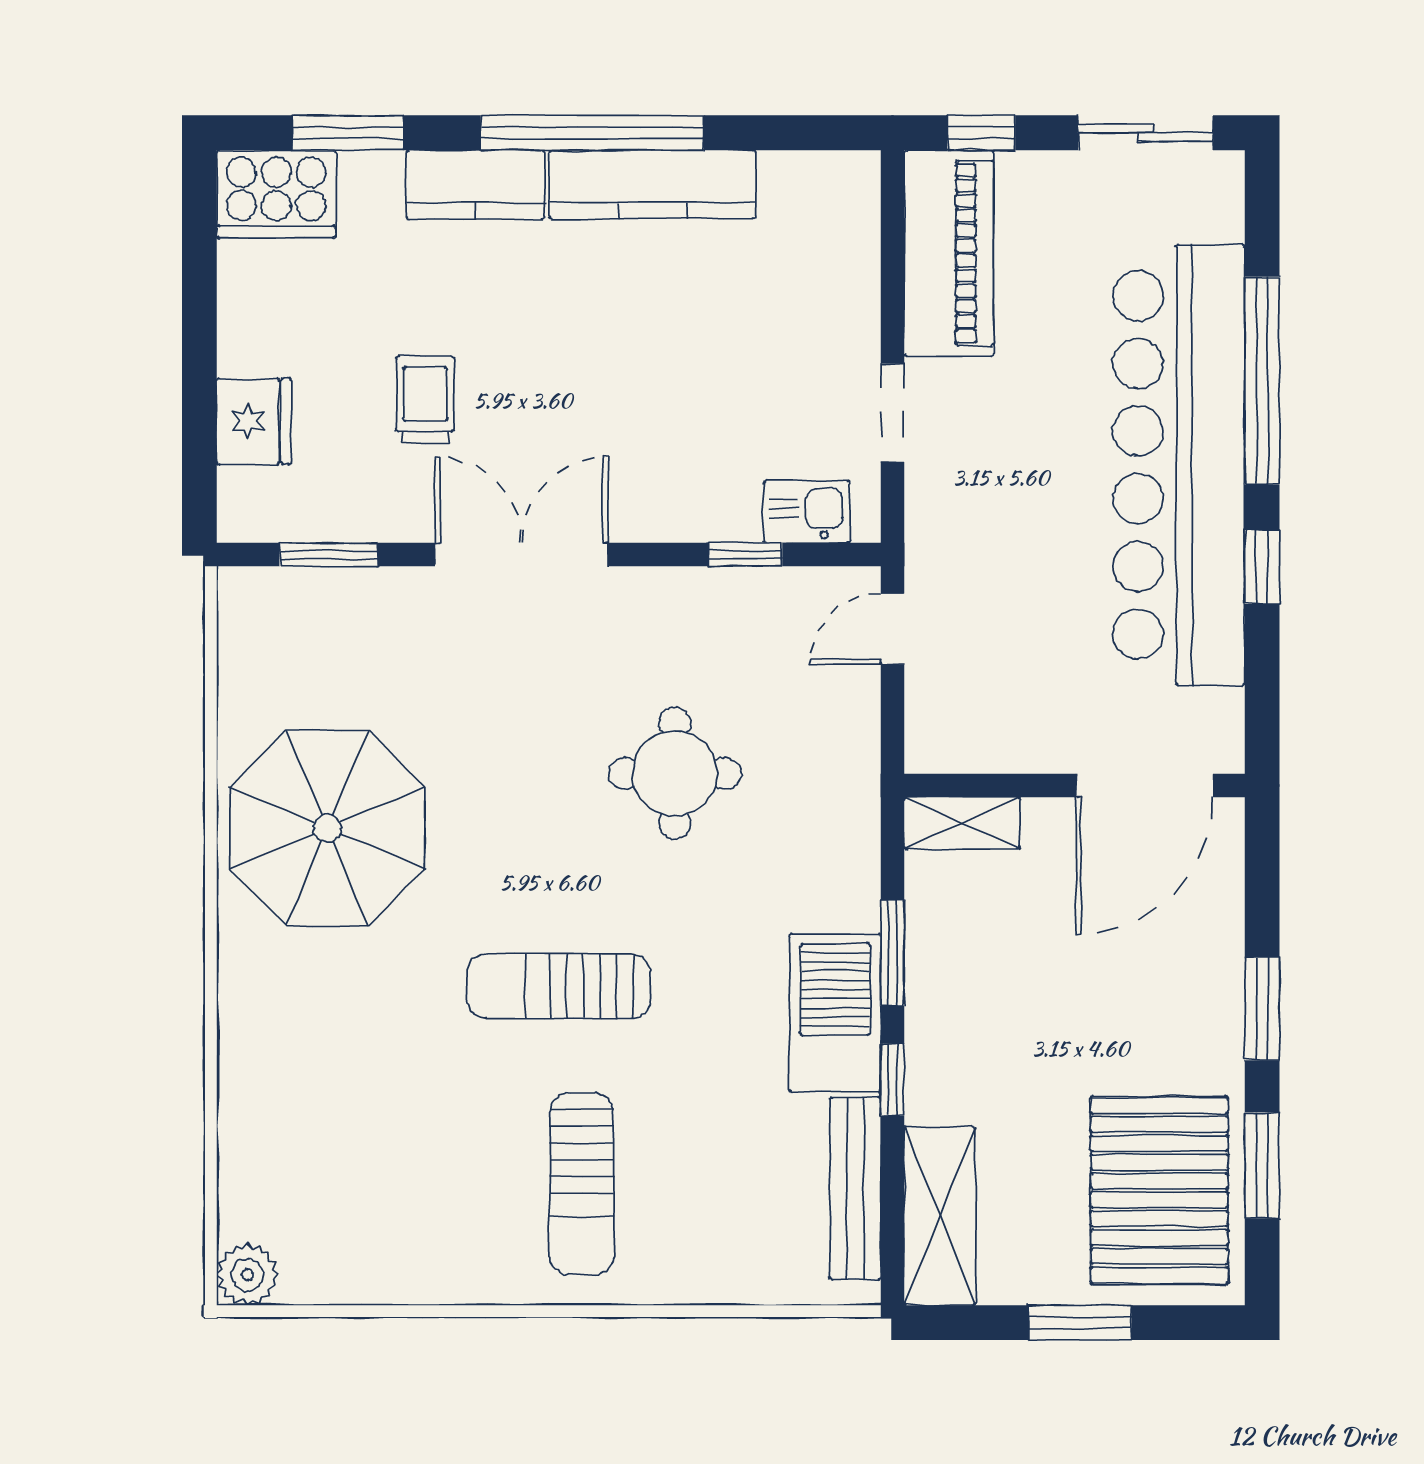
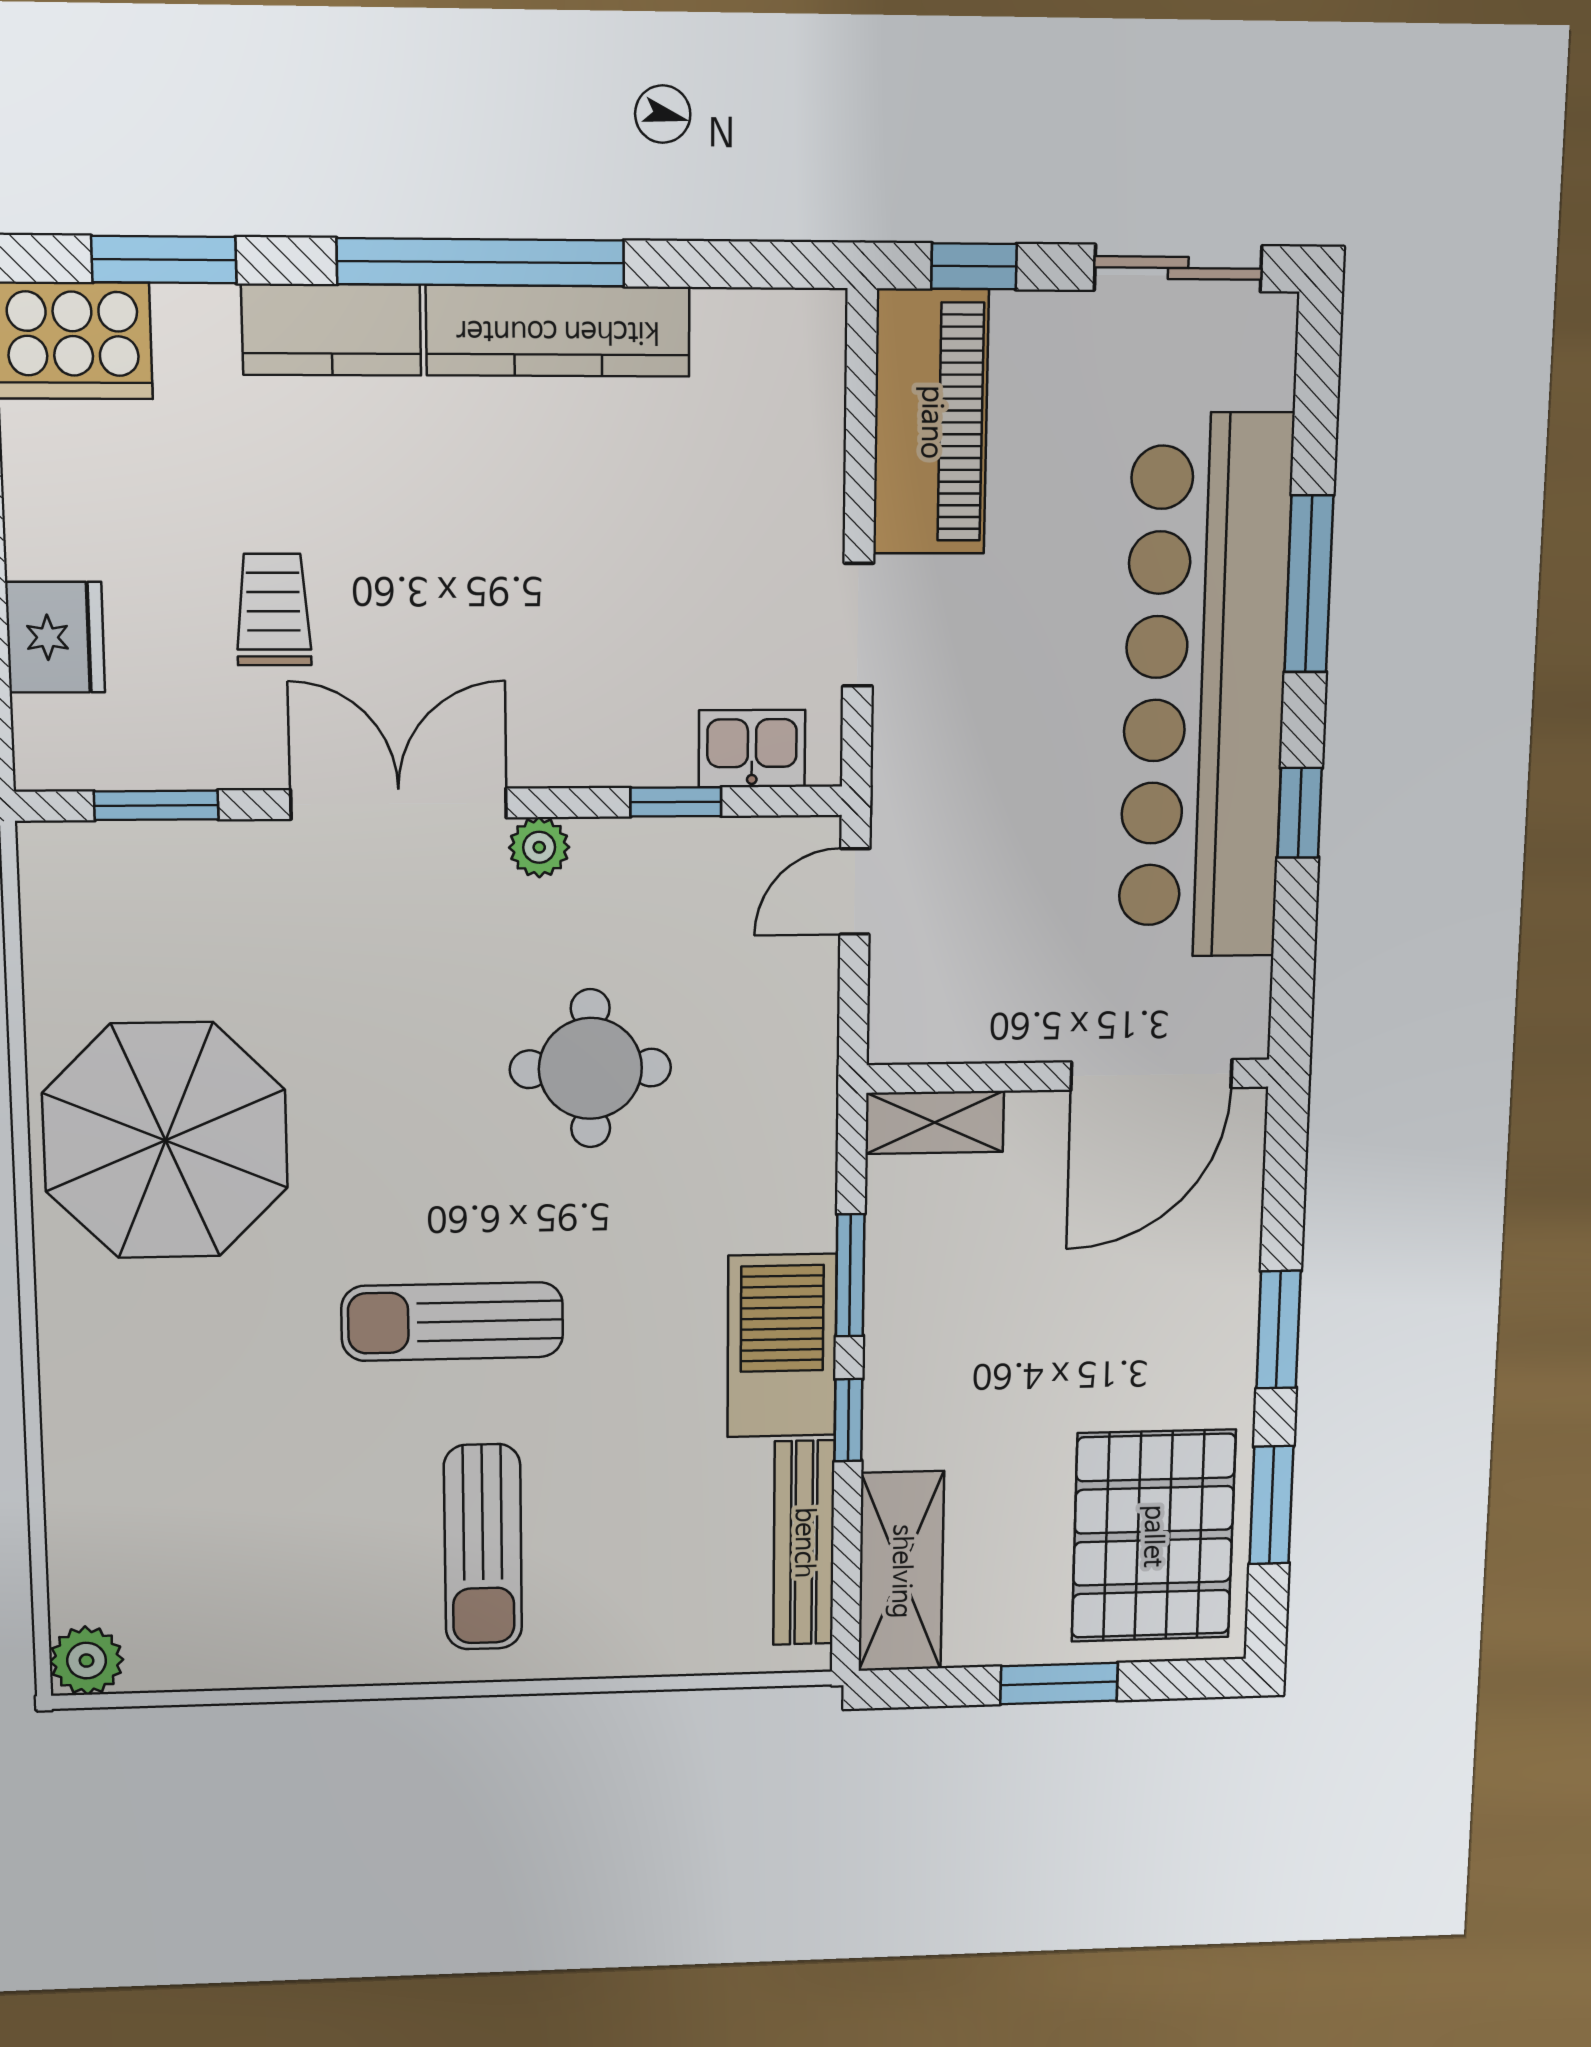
window: (1262, 381) -> (1309, 584), width x0.68
plant: (634, 590) -> (539, 847), added

